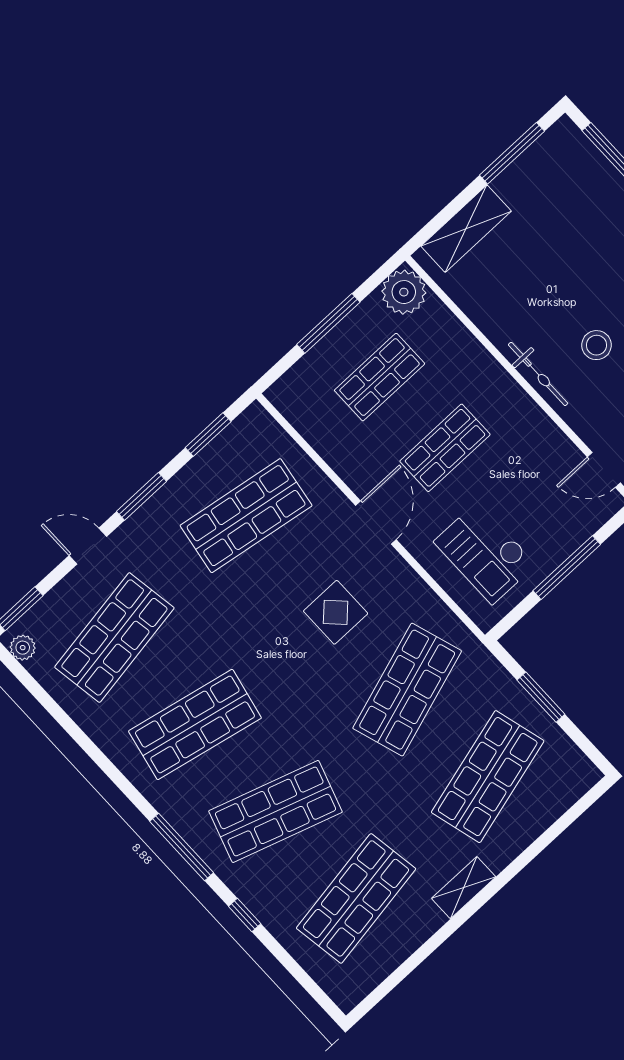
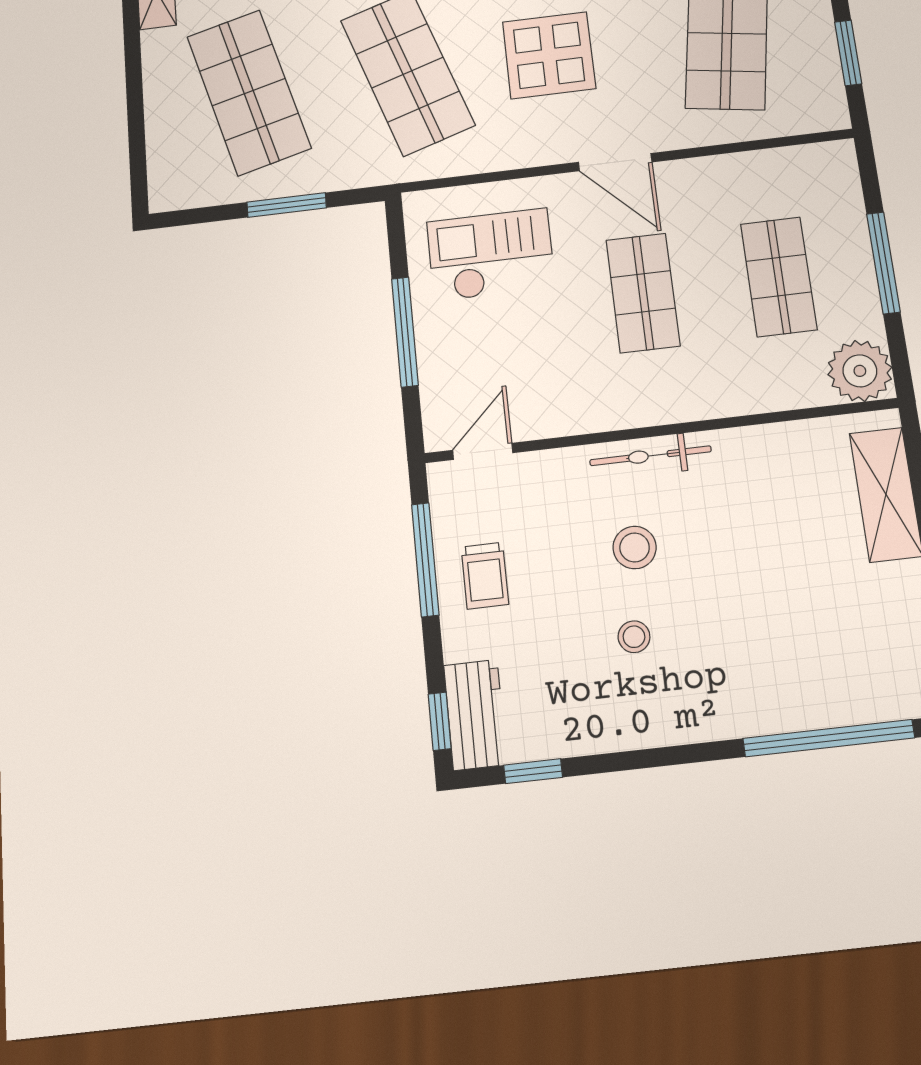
display table: (336, 612) -> (549, 55), width x1.36, depth x1.36

